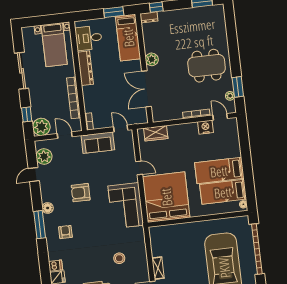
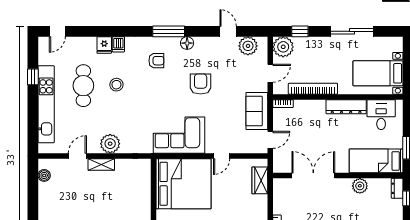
plant: (152, 59) -> (360, 186), moved
stool: (119, 258) -> (116, 85), moved
plant: (140, 263) -> (110, 144), added

